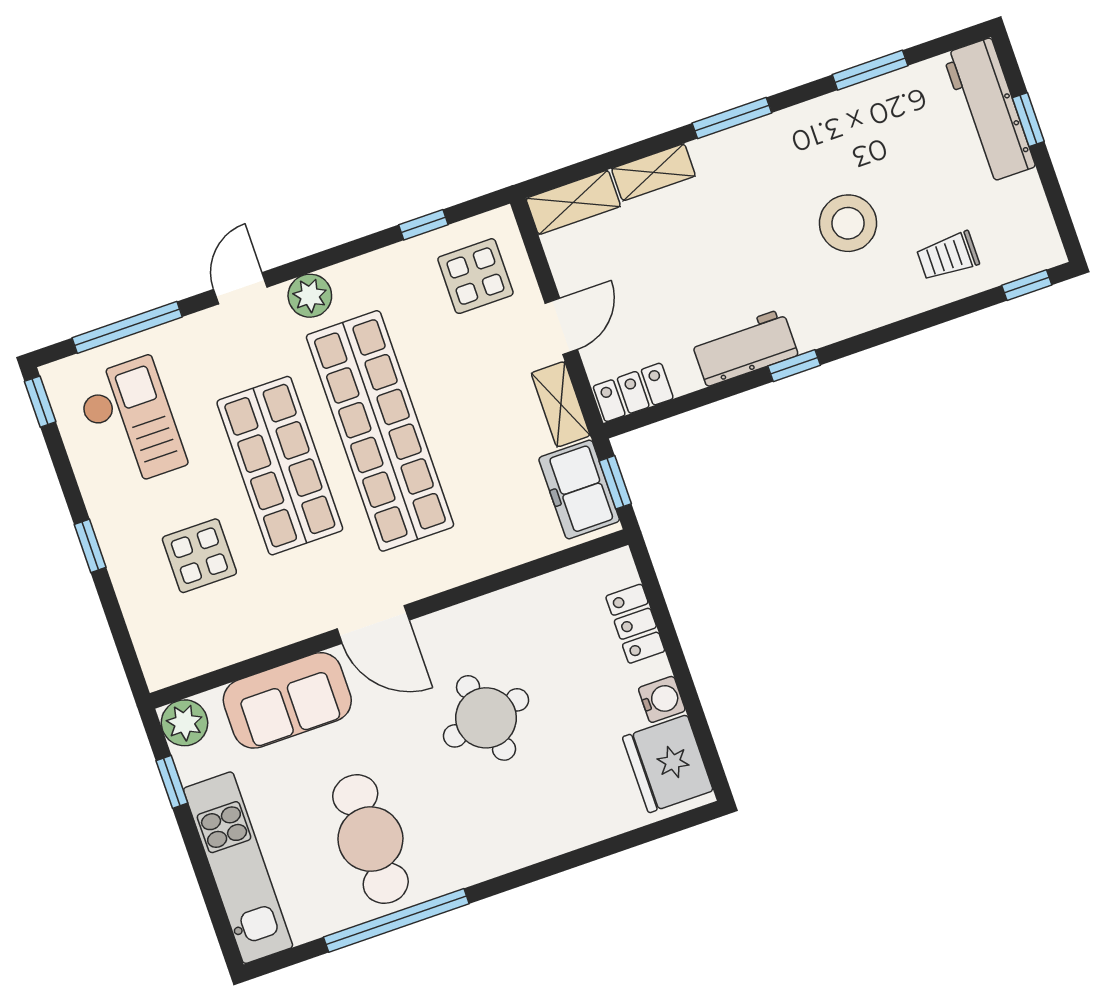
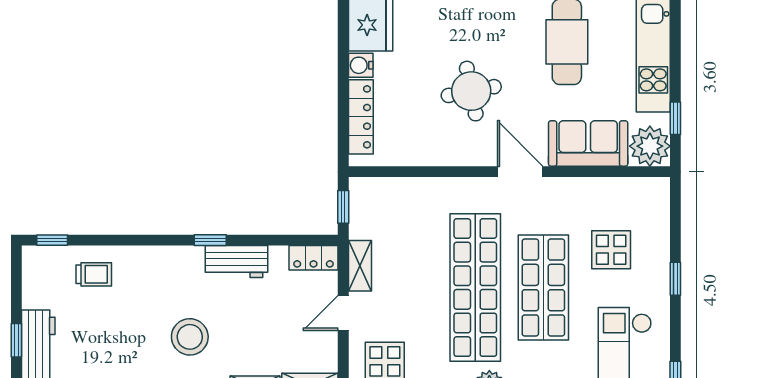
stool: (848, 223) -> (190, 337), moved
freezer: (579, 489) -> (367, 210), removed
locker: (635, 624) -> (361, 117), width x1.53
plant: (184, 723) -> (650, 146), width x1.36, depth x1.36

